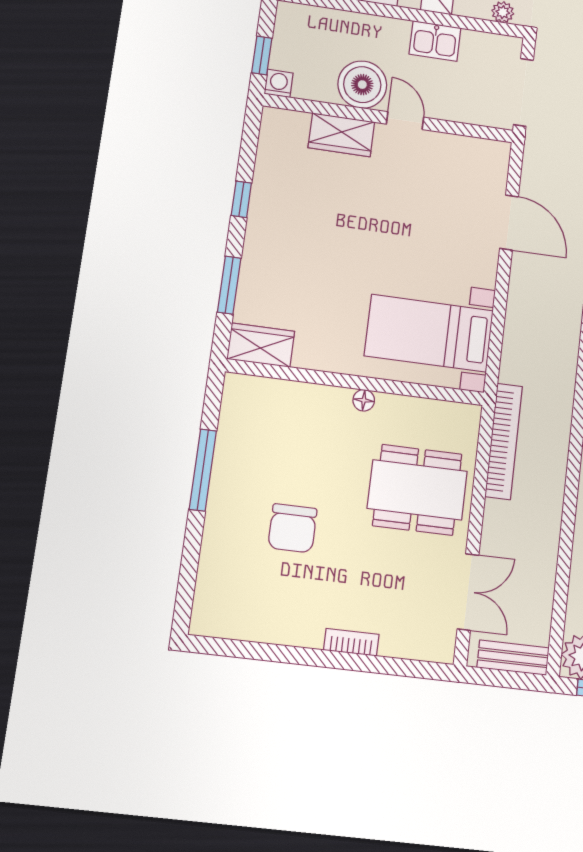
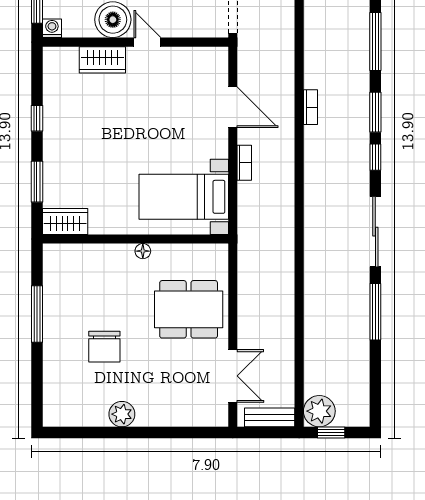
bookcase: (504, 441) -> (244, 163), moved, width x0.43, depth x0.76
plant: (305, 629) -> (122, 414), added
bookcase: (351, 642) -> (155, 420), removed

